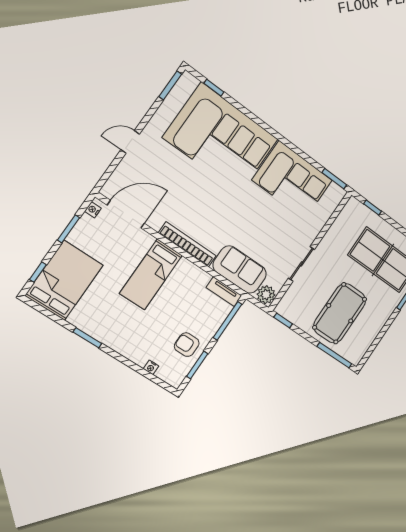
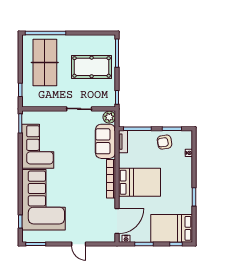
door: (126, 214) -> (117, 221), swing flipped
bed: (151, 274) -> (140, 182), width x1.50
armchair: (187, 345) -> (165, 142), turned 81

